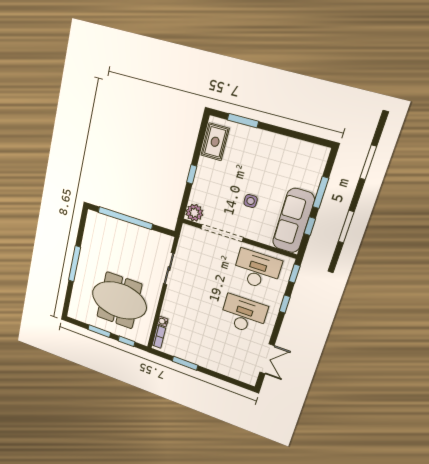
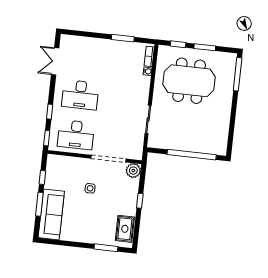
sofa: (293, 221) -> (51, 214), moved
window: (75, 264) -> (238, 74), moved

